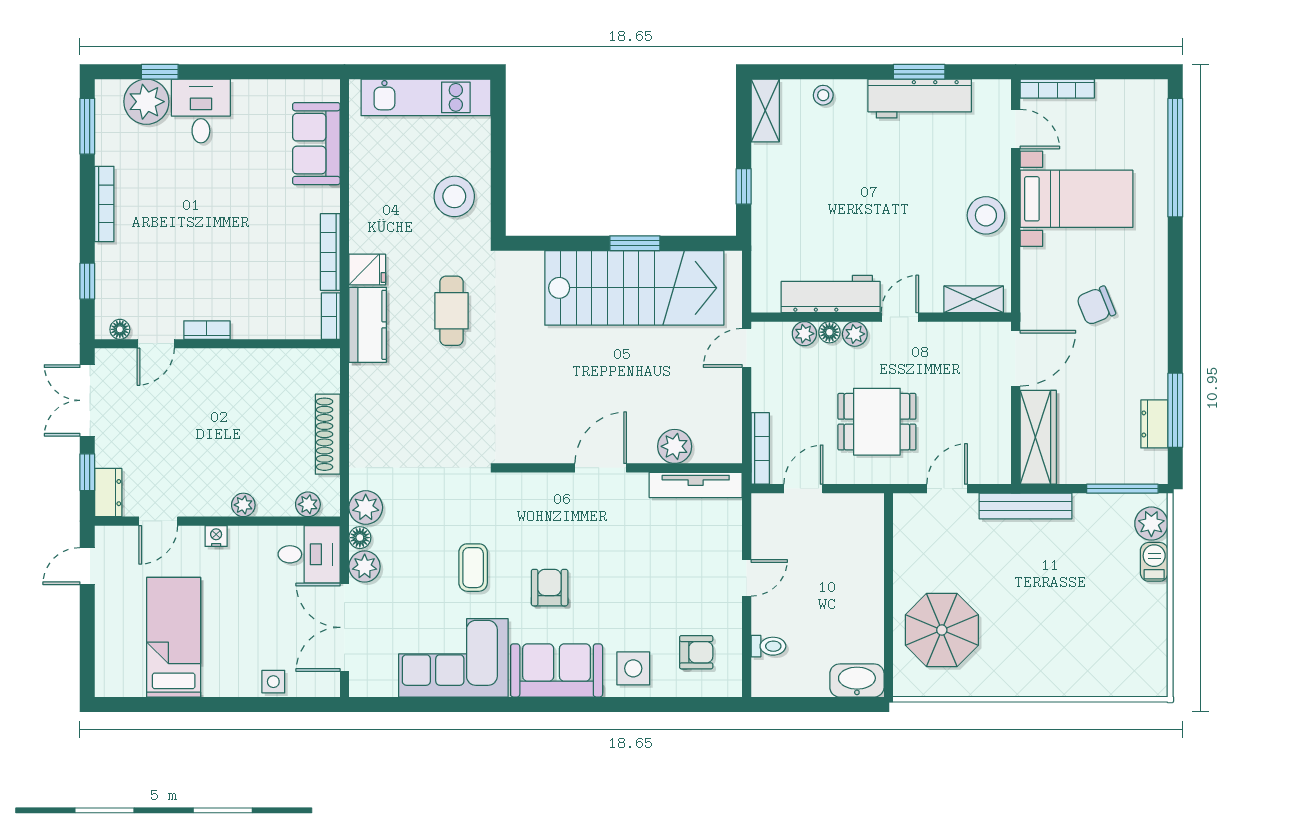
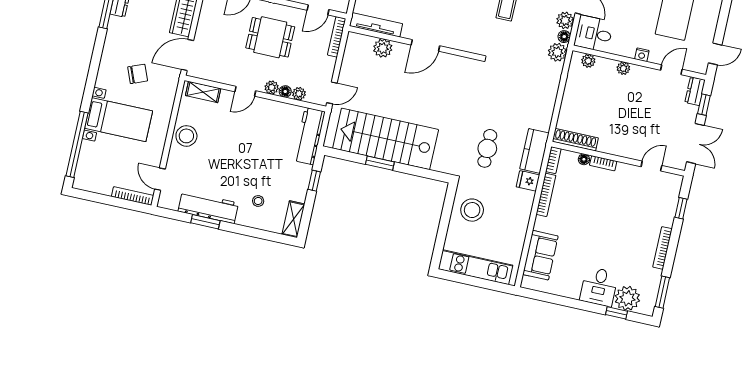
stool: (823, 95) -> (258, 201), moved
bed with nightstands: (1076, 199) -> (119, 120), moved, turned 180
workbench: (831, 294) -> (309, 136), moved, turned 90
floor lamp: (120, 329) -> (584, 159), moved
bookcase: (207, 330) -> (603, 163), moved
shoe rack: (328, 434) -> (575, 140), moved, turned -90

